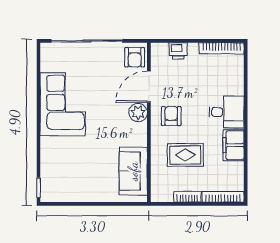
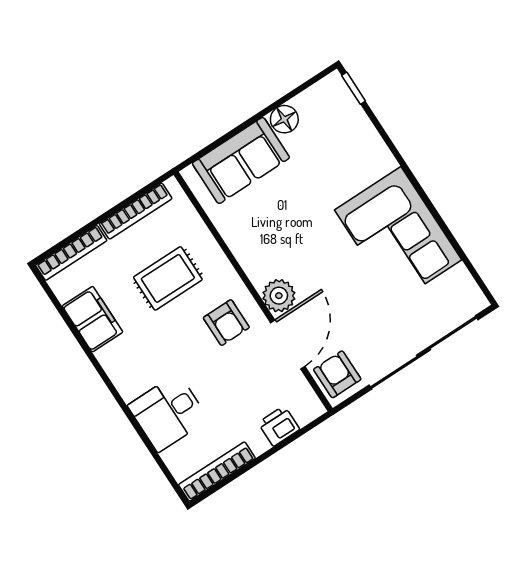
desk: (227, 112) -> (168, 413), moved
filing cabinet: (234, 145) -> (92, 319), moved
sofa: (133, 171) -> (241, 160), moved, turned 90
floor lamp: (81, 194) -> (284, 119), added
bookcase: (187, 197) -> (136, 211), width x1.56

